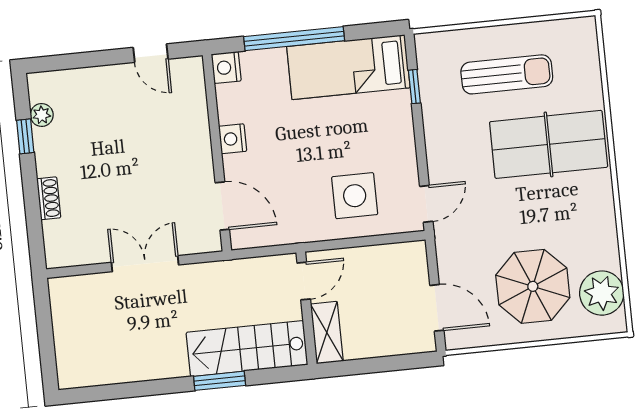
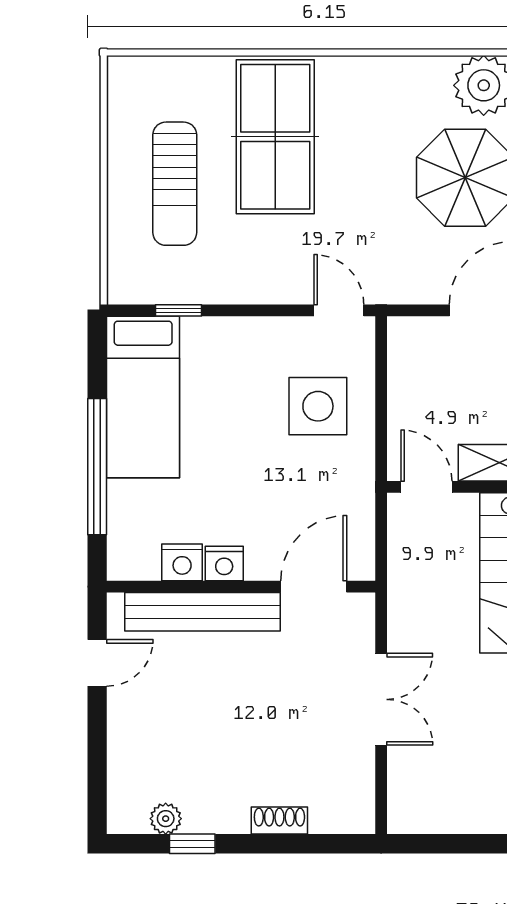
nightstand: (226, 68) -> (182, 562), moved
sun lounger: (507, 74) -> (175, 184), turned 180
bench: (196, 127) -> (203, 612), added
double door: (145, 264) -> (381, 699), swing flipped

